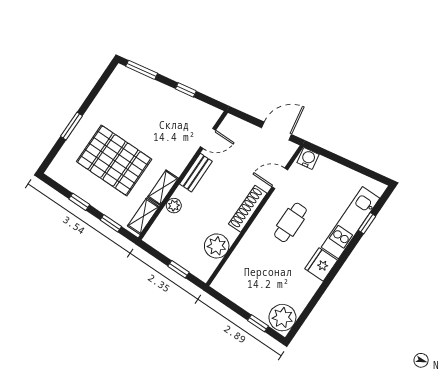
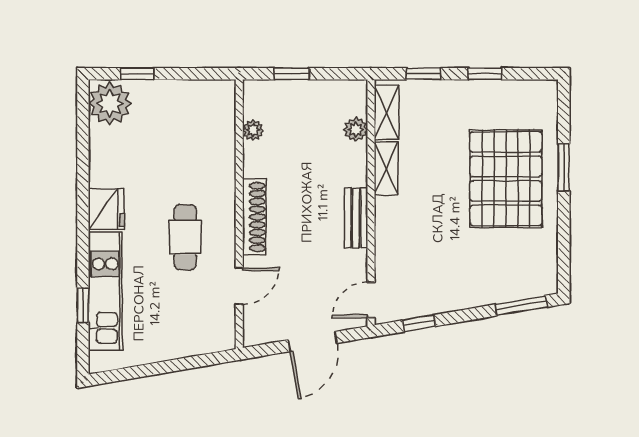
window: (186, 90) -> (419, 323), moved
door: (277, 131) -> (313, 342), moved
door: (208, 138) -> (371, 300), moved
water cooler: (308, 158) -> (220, 338), removed
pallet: (114, 160) -> (506, 179), moved, turned 90
plant: (174, 206) -> (356, 130), moved
plant: (217, 246) -> (253, 130), width x0.53, depth x0.53

